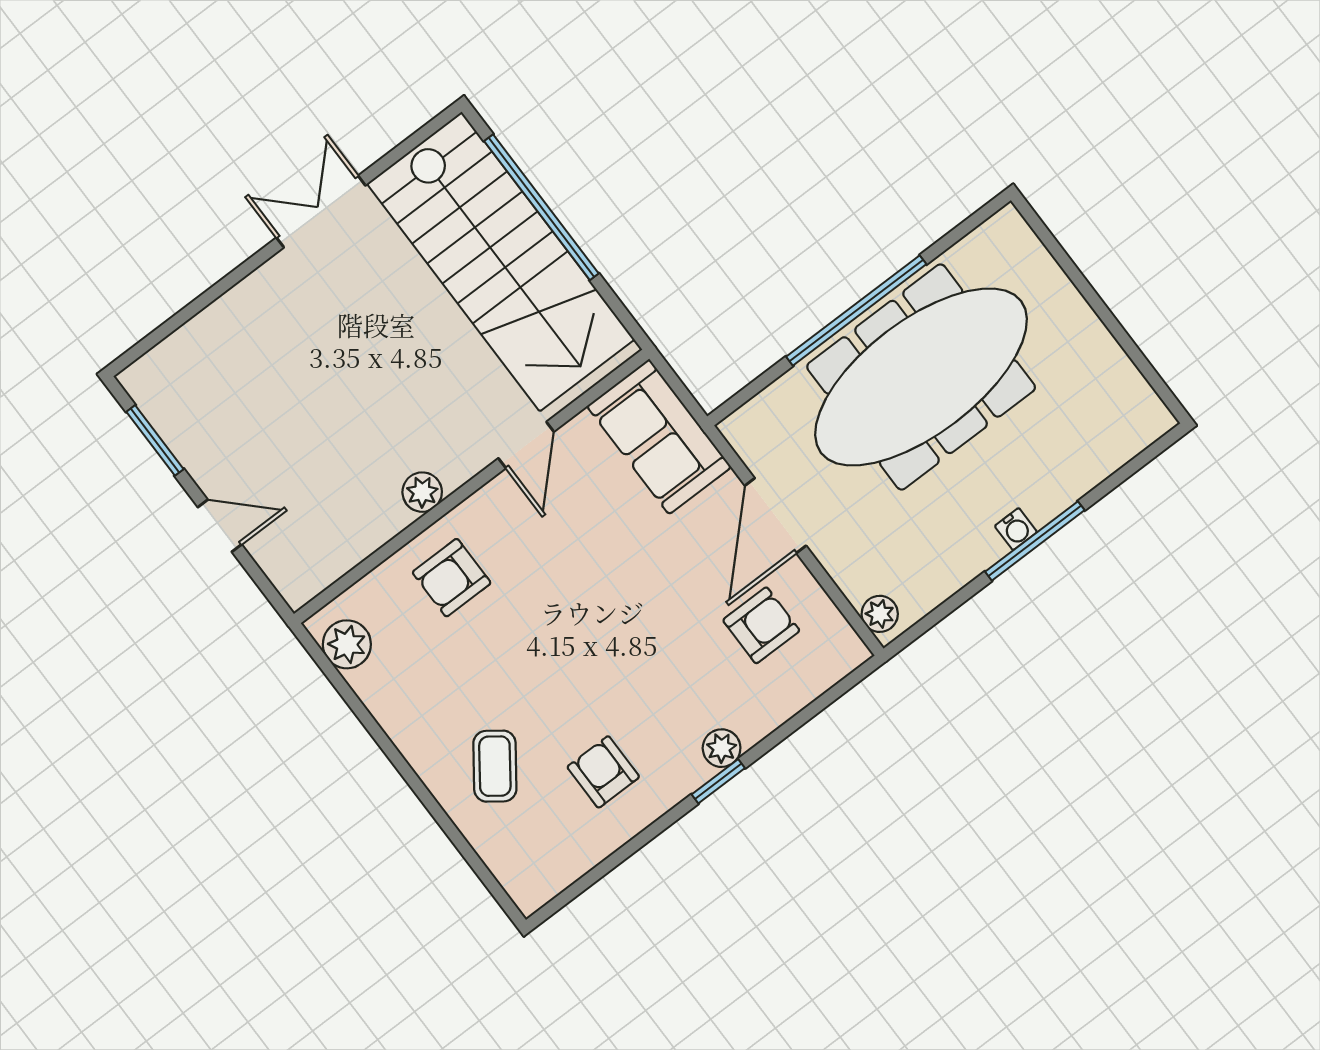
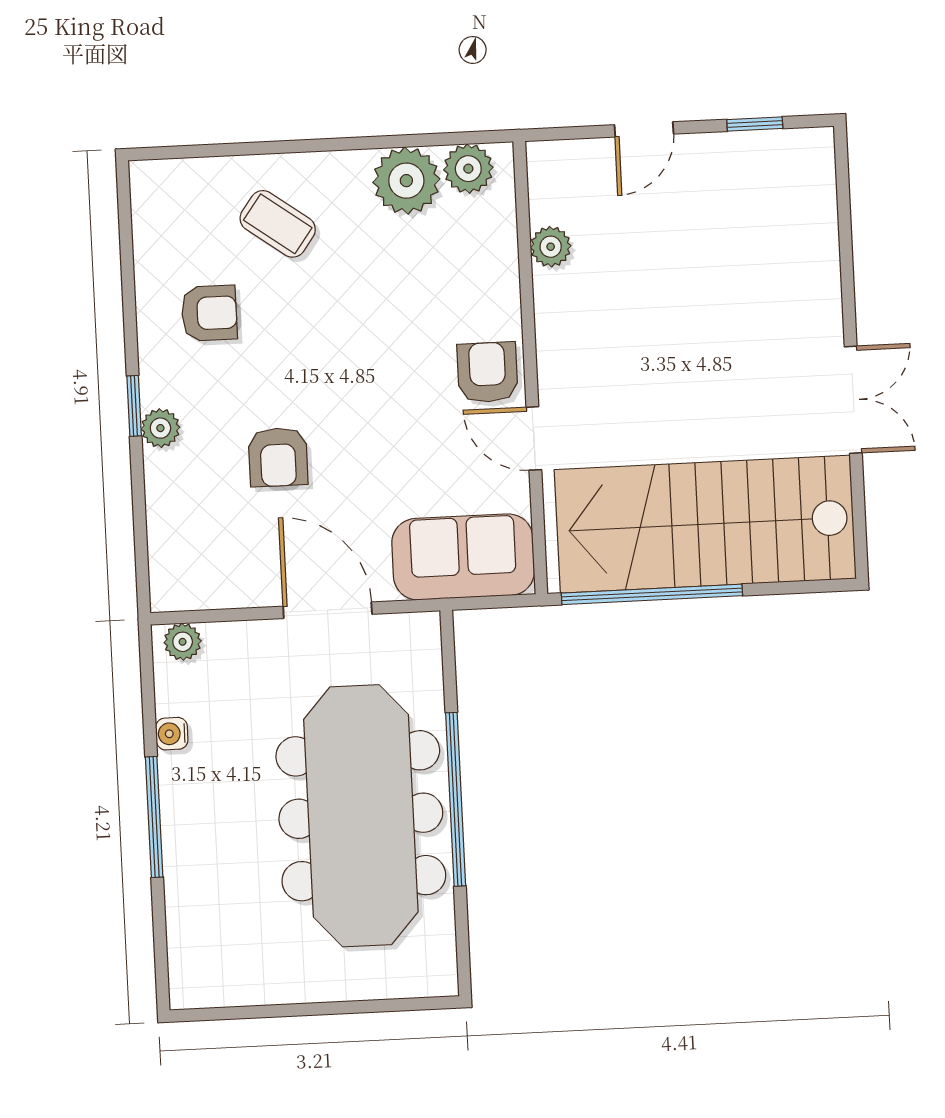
window: (541, 207) -> (652, 594), moved
window: (155, 440) -> (755, 124), width x0.67
plant: (422, 492) -> (551, 247), moved
water cooler: (1016, 529) -> (172, 734), moved
armchair: (452, 578) -> (487, 372), moved
armchair: (761, 625) -> (278, 457), moved
plant: (390, 687) -> (406, 181), added

